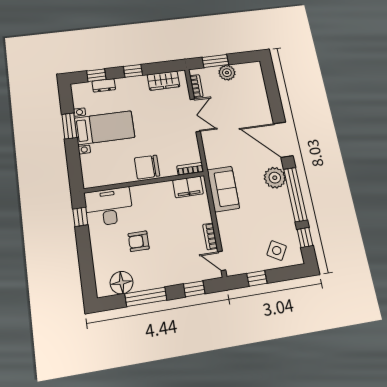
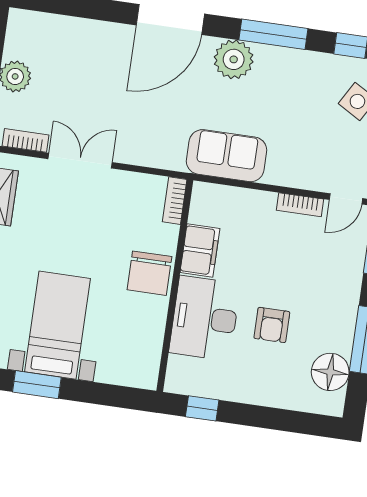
filing cabinet: (188, 187) -> (200, 250), moved
window: (295, 194) -> (273, 34), width x0.68
desk: (109, 207) -> (205, 318), moved

